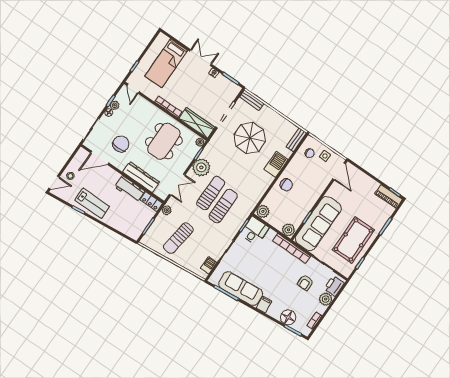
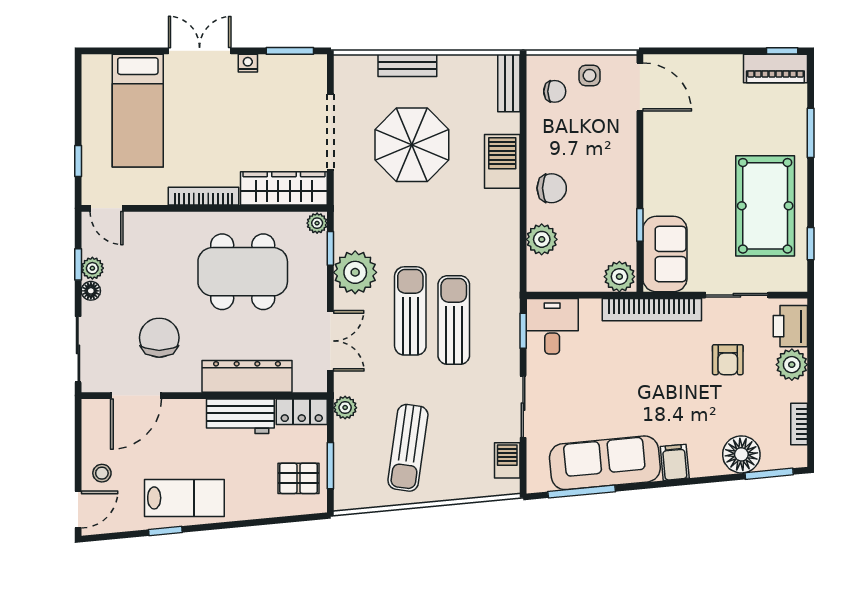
bench: (252, 100) -> (407, 65), moved
dining table: (164, 141) -> (243, 272), turned 90
plant: (263, 211) -> (542, 239), moved
pallet: (135, 223) -> (298, 478), added
sofa: (318, 224) -> (665, 254), width x0.54, depth x0.79

